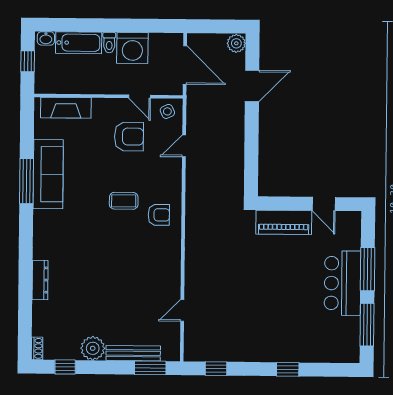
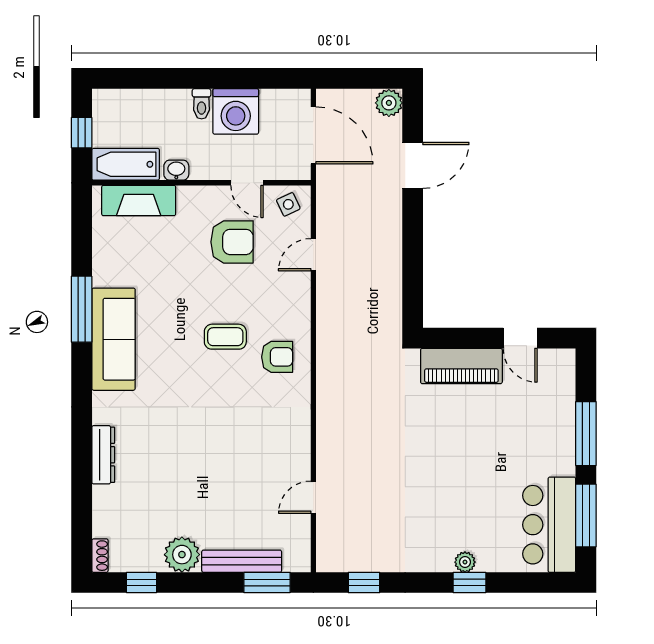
washbasin: (46, 38) -> (176, 170), moved, turned 180
bathtub: (79, 43) -> (126, 164), moved, turned 180
sofa: (48, 174) -> (114, 339), moved
bar counter: (343, 283) -> (549, 525), moved
plant: (285, 355) -> (465, 562), added

